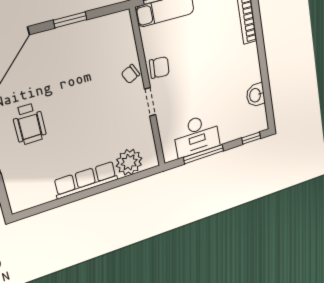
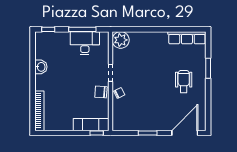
washbasin: (256, 95) -> (41, 67), moved
plant: (129, 162) -> (121, 40), moved
row of seats: (86, 180) -> (187, 38), moved

